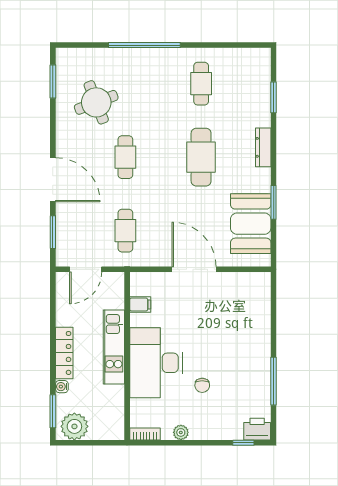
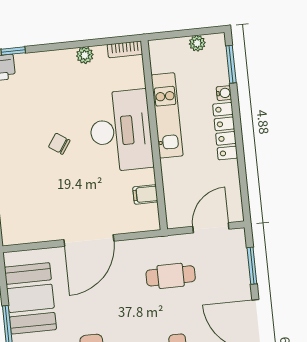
cafe table: (125, 231) -> (171, 276), turned 90
door: (194, 269) -> (89, 240), hinge flipped
kitchen unit: (114, 347) -> (167, 115), moved
chair: (202, 385) -> (59, 144), moved, turned -56
plant: (74, 426) -> (197, 43), width x0.53, depth x0.53

